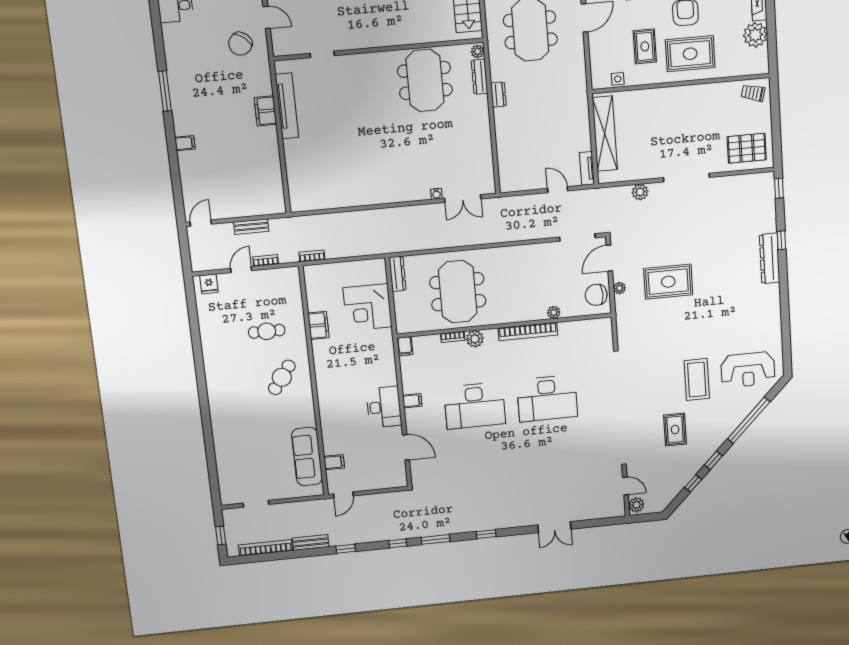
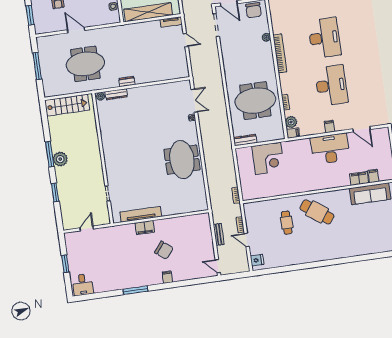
chair: (240, 44) -> (164, 250), moved
meeting table: (425, 80) -> (182, 160), moved, turned 90
door: (558, 190) -> (186, 40), swing flipped
filing cabinet: (318, 325) -> (359, 178), moved
plant: (475, 339) -> (291, 122), moved
cafe table: (282, 377) -> (317, 212), width x1.37, depth x1.35
desk: (384, 407) -> (330, 149), width x1.36, depth x1.30
door: (406, 447) -> (361, 129), swing flipped

